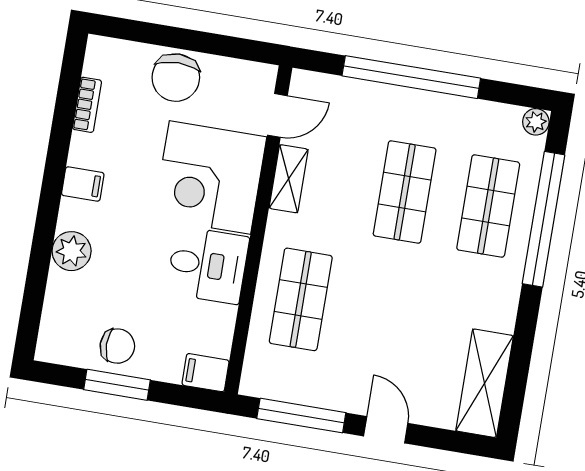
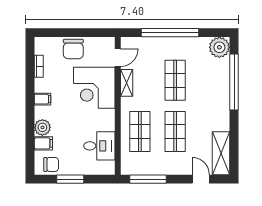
plant: (536, 122) -> (219, 47), width x1.88, depth x1.88
shop shelf: (488, 206) -> (175, 132), moved
desk: (208, 265) -> (99, 146), moved
chair: (117, 346) -> (51, 164), moved
filing cabinet: (206, 373) -> (43, 143), moved, turned 180
door: (386, 430) -> (201, 179), moved

